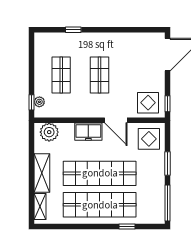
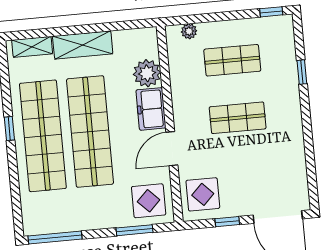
window: (32, 102) -> (271, 12), moved
window: (167, 104) -> (227, 222), moved
plant: (49, 132) -> (147, 73), moved
window: (167, 163) -> (135, 230), moved
window: (127, 226) -> (9, 128), moved

